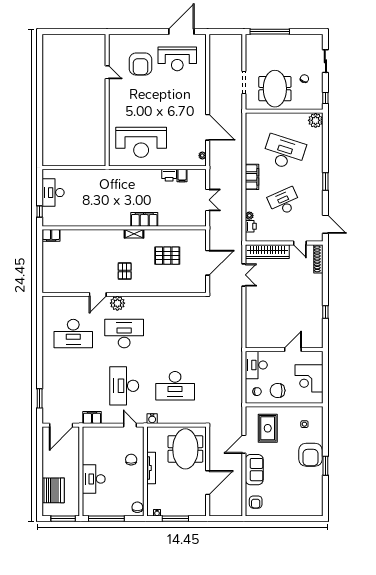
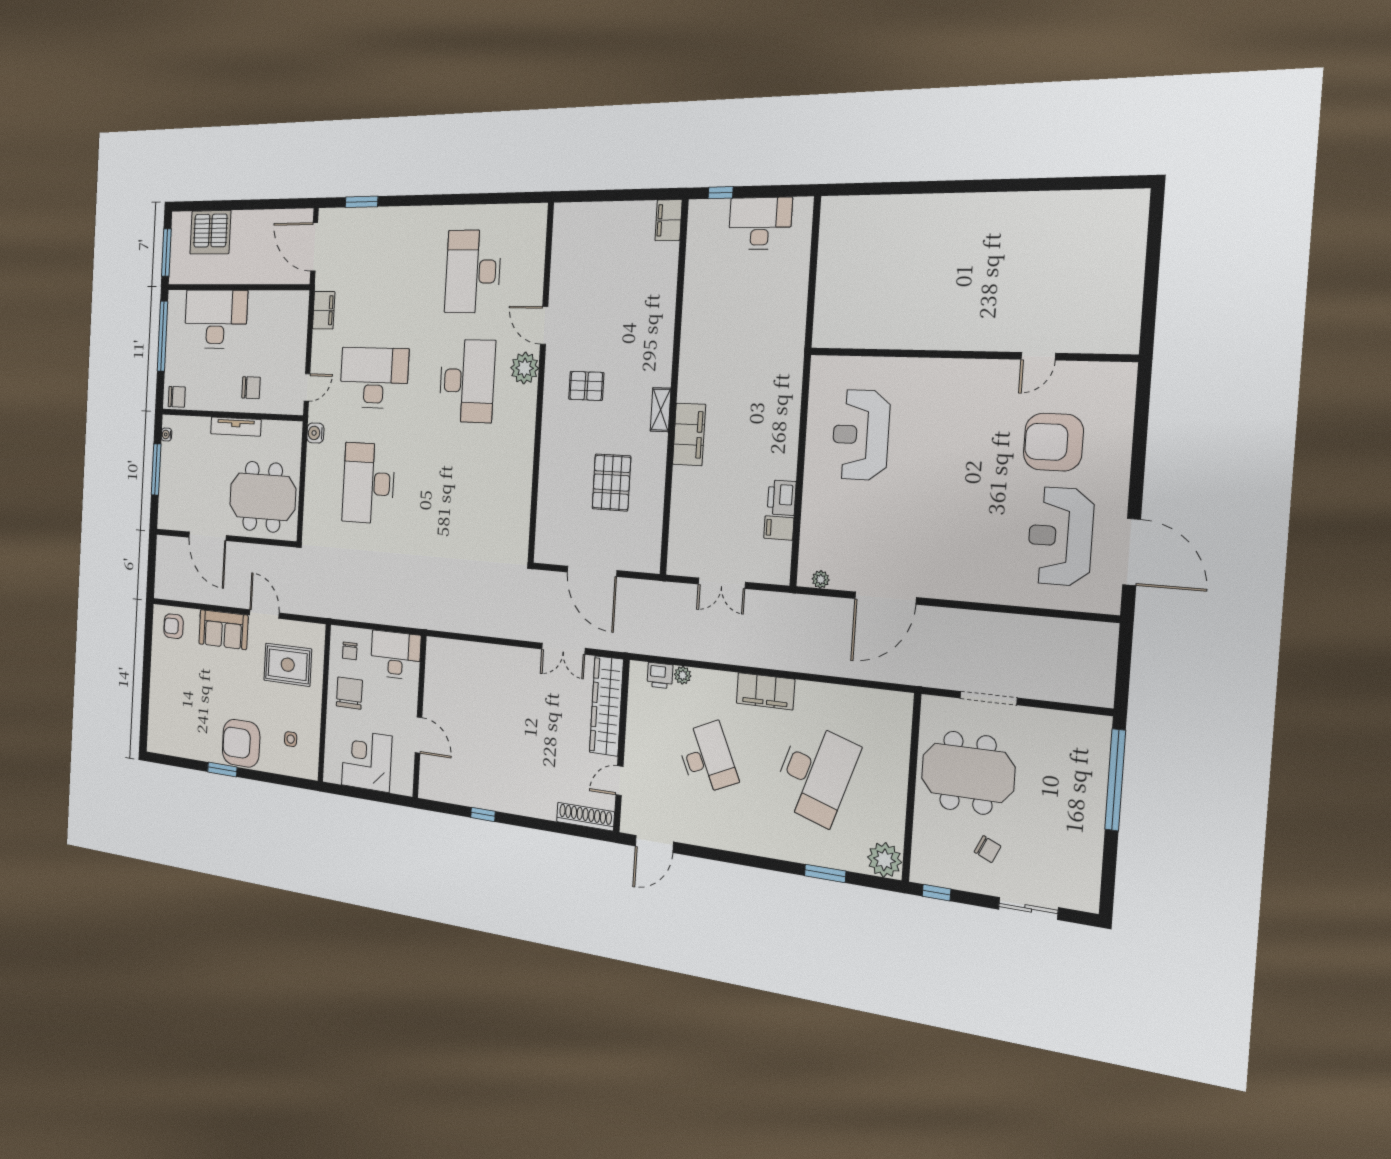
reception desk: (141, 142) -> (861, 435), width x0.74, depth x0.77
window: (325, 182) -> (825, 873), moved
desk: (94, 479) -> (216, 319), width x1.36, depth x1.30

